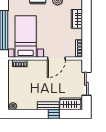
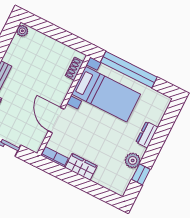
wardrobe: (77, 19) -> (81, 167), moved

